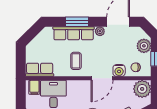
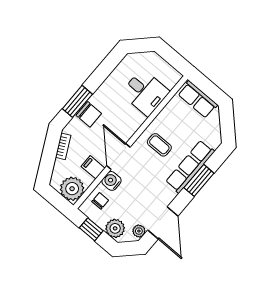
plant: (100, 31) -> (139, 231), moved
row of seats: (40, 70) -> (198, 99), moved, turned 90
filing cabinet: (34, 87) -> (93, 167), moved

